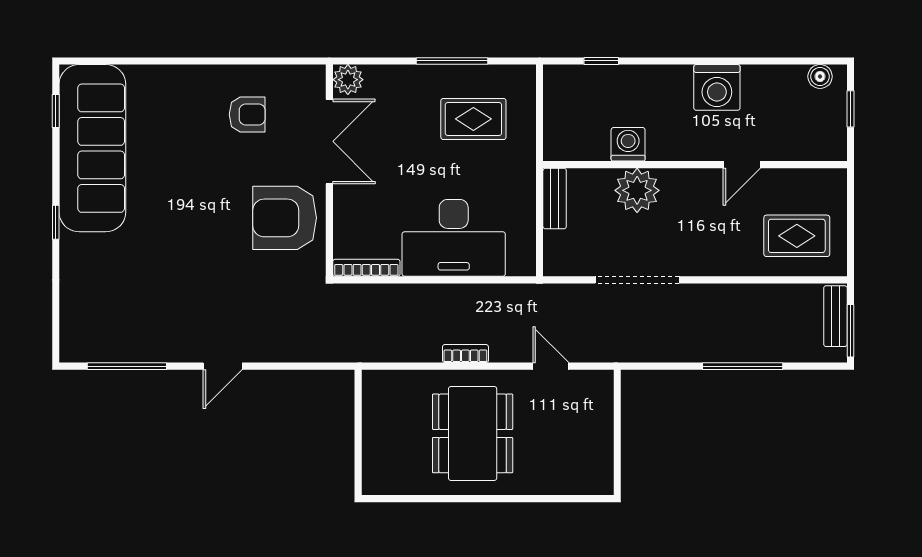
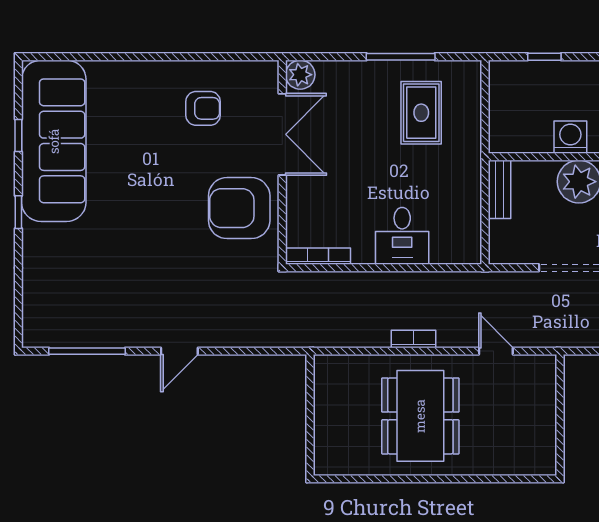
window: (56, 111) -> (18, 135), moved
rug: (473, 119) -> (421, 113), turned 90
desk: (454, 238) -> (402, 236), width x0.53, depth x0.77

